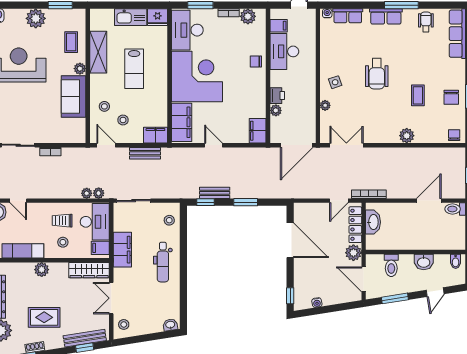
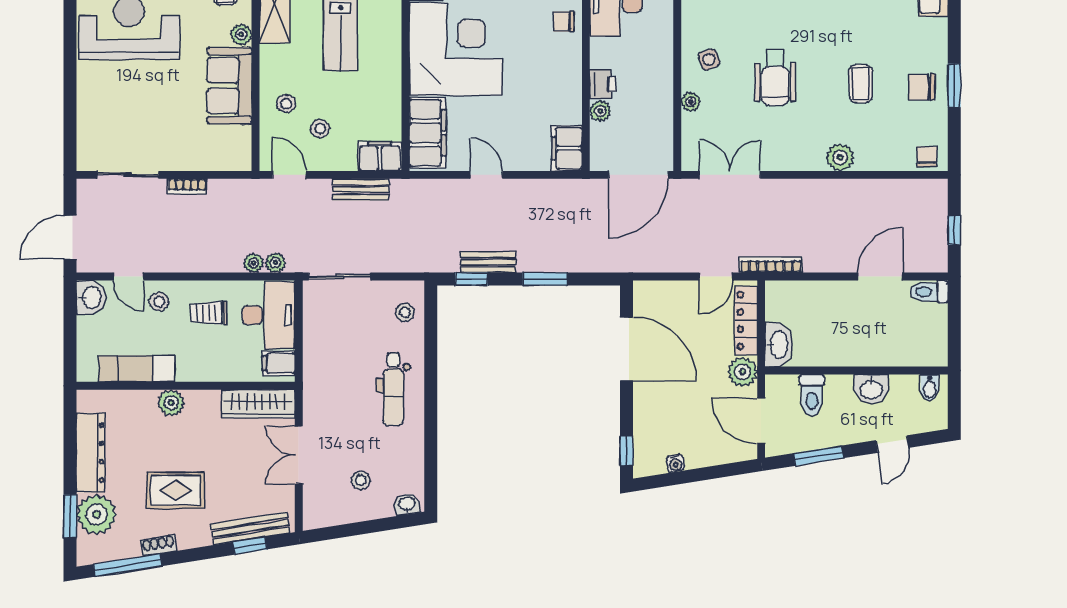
wheelchair: (377, 74) -> (775, 78), moved
chair: (451, 97) -> (922, 87), turned 90
washbasin: (373, 222) -> (778, 345), moved
stool: (63, 242) -> (159, 302), moved
filing cabinet: (122, 250) -> (319, 366), removed
stool: (124, 324) -> (361, 480), moved

